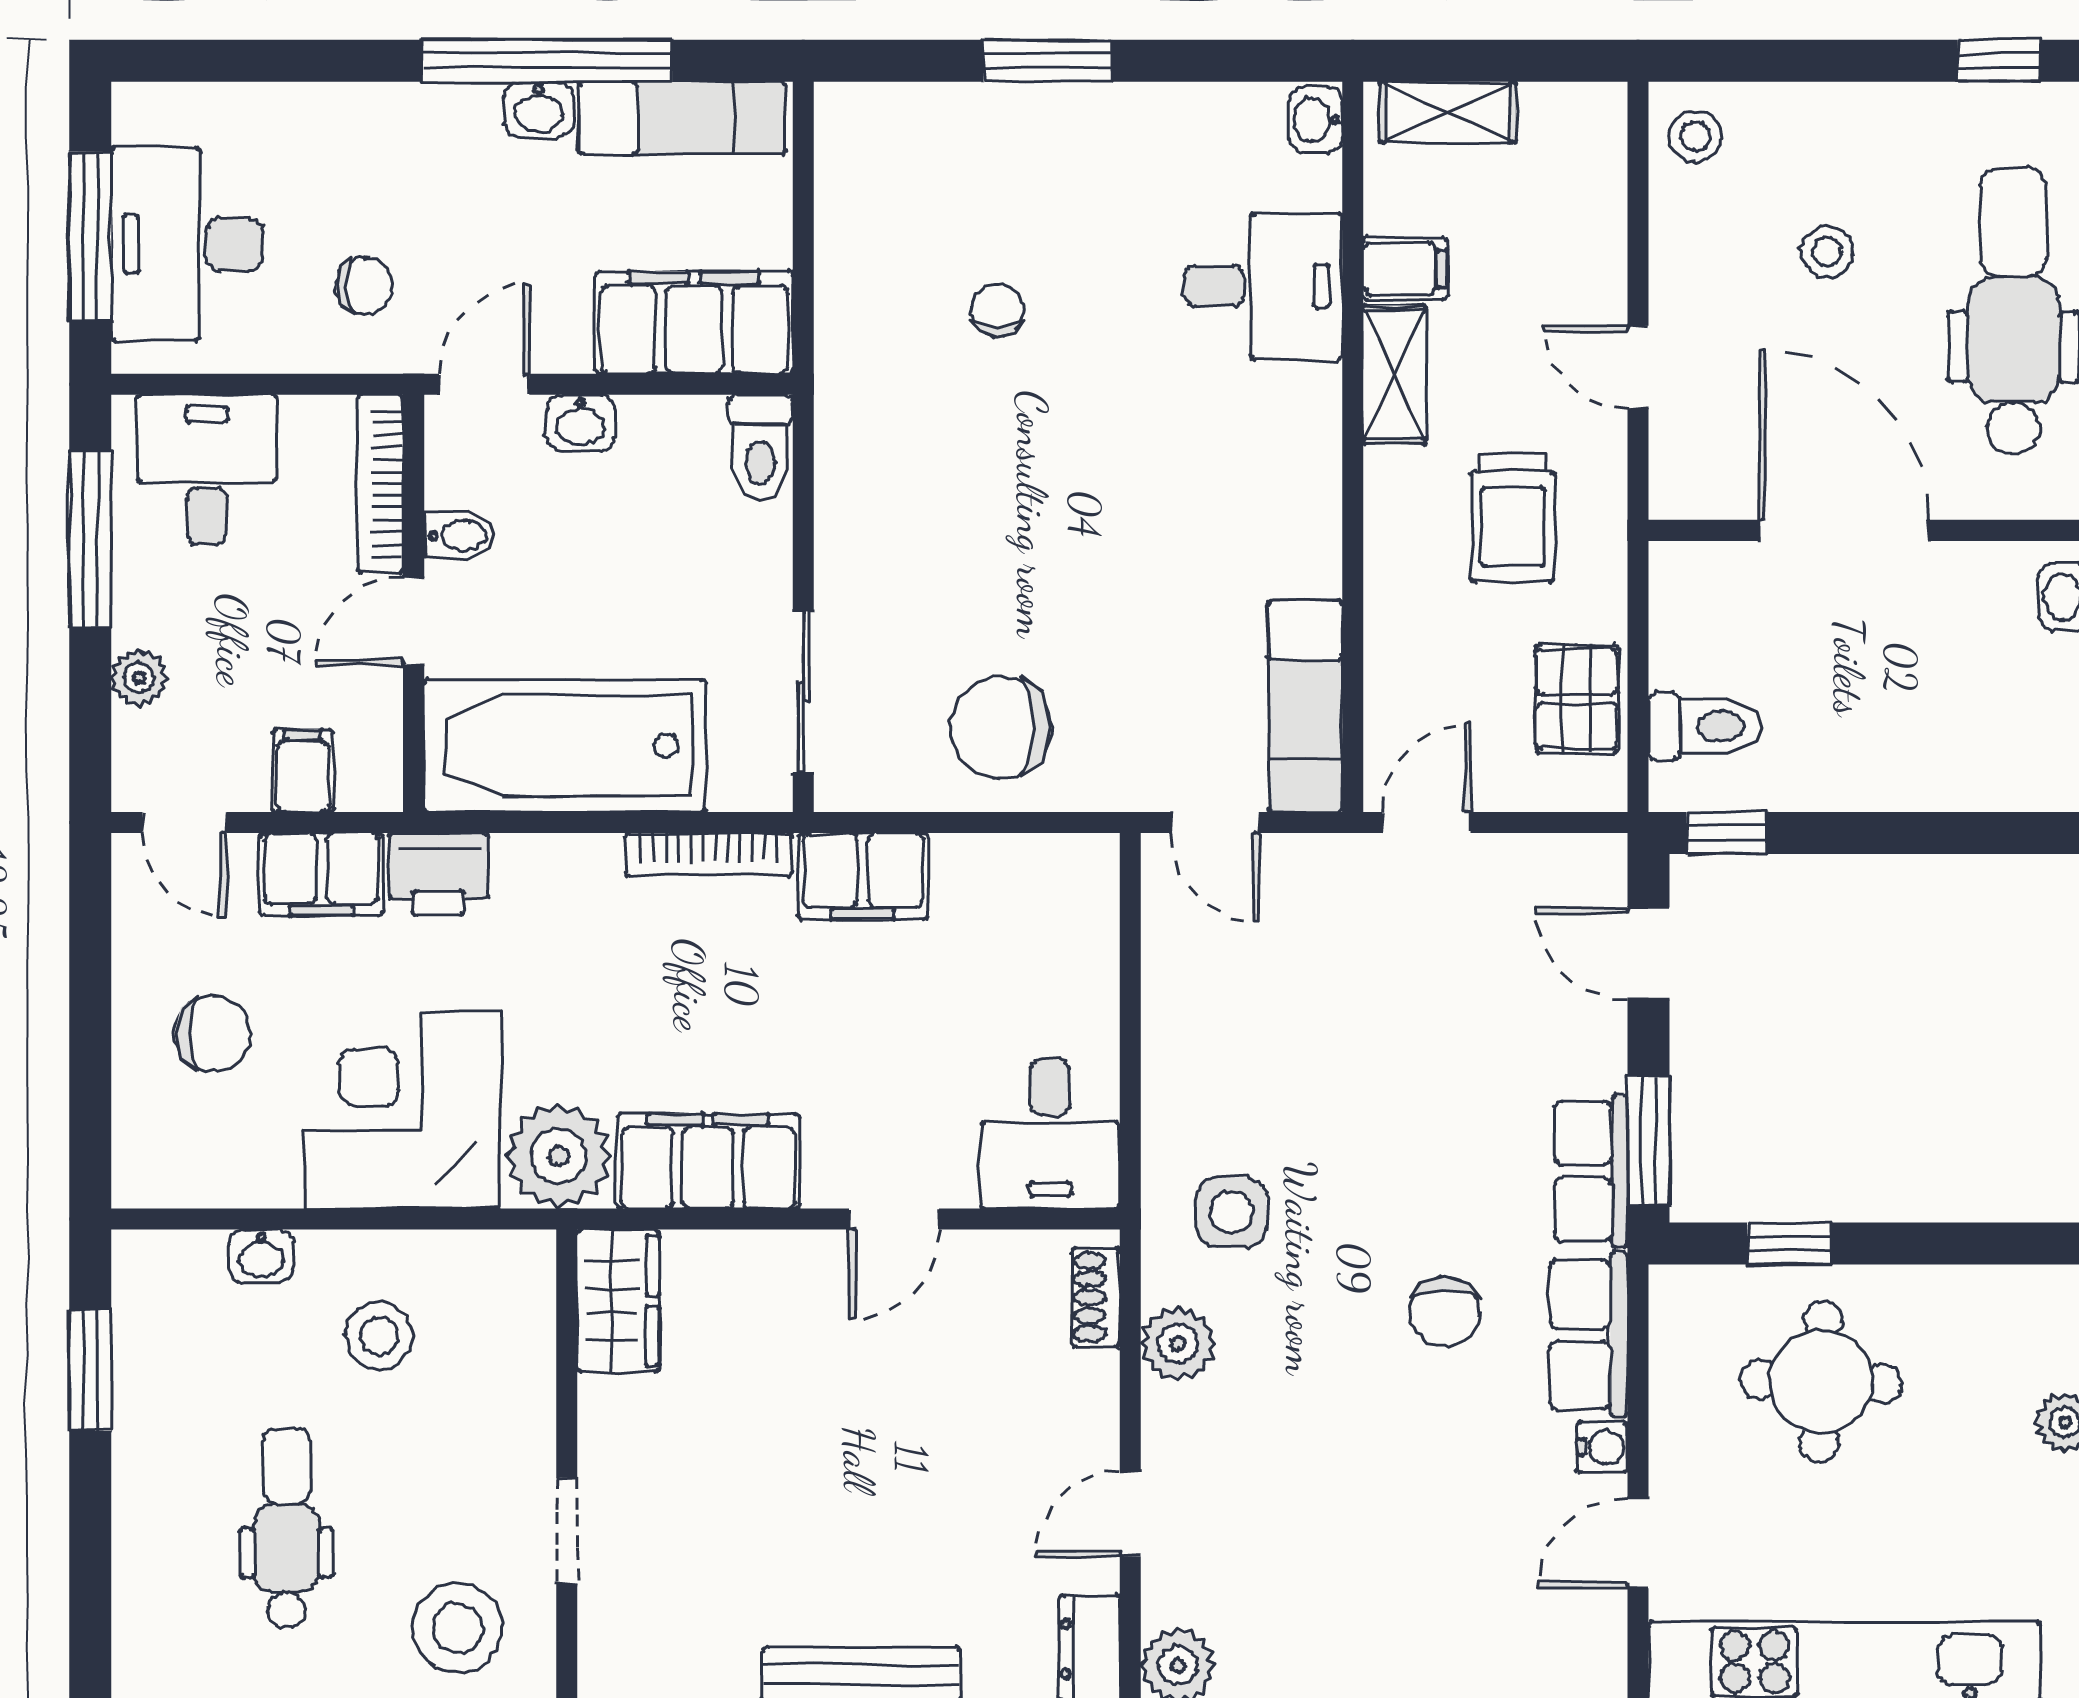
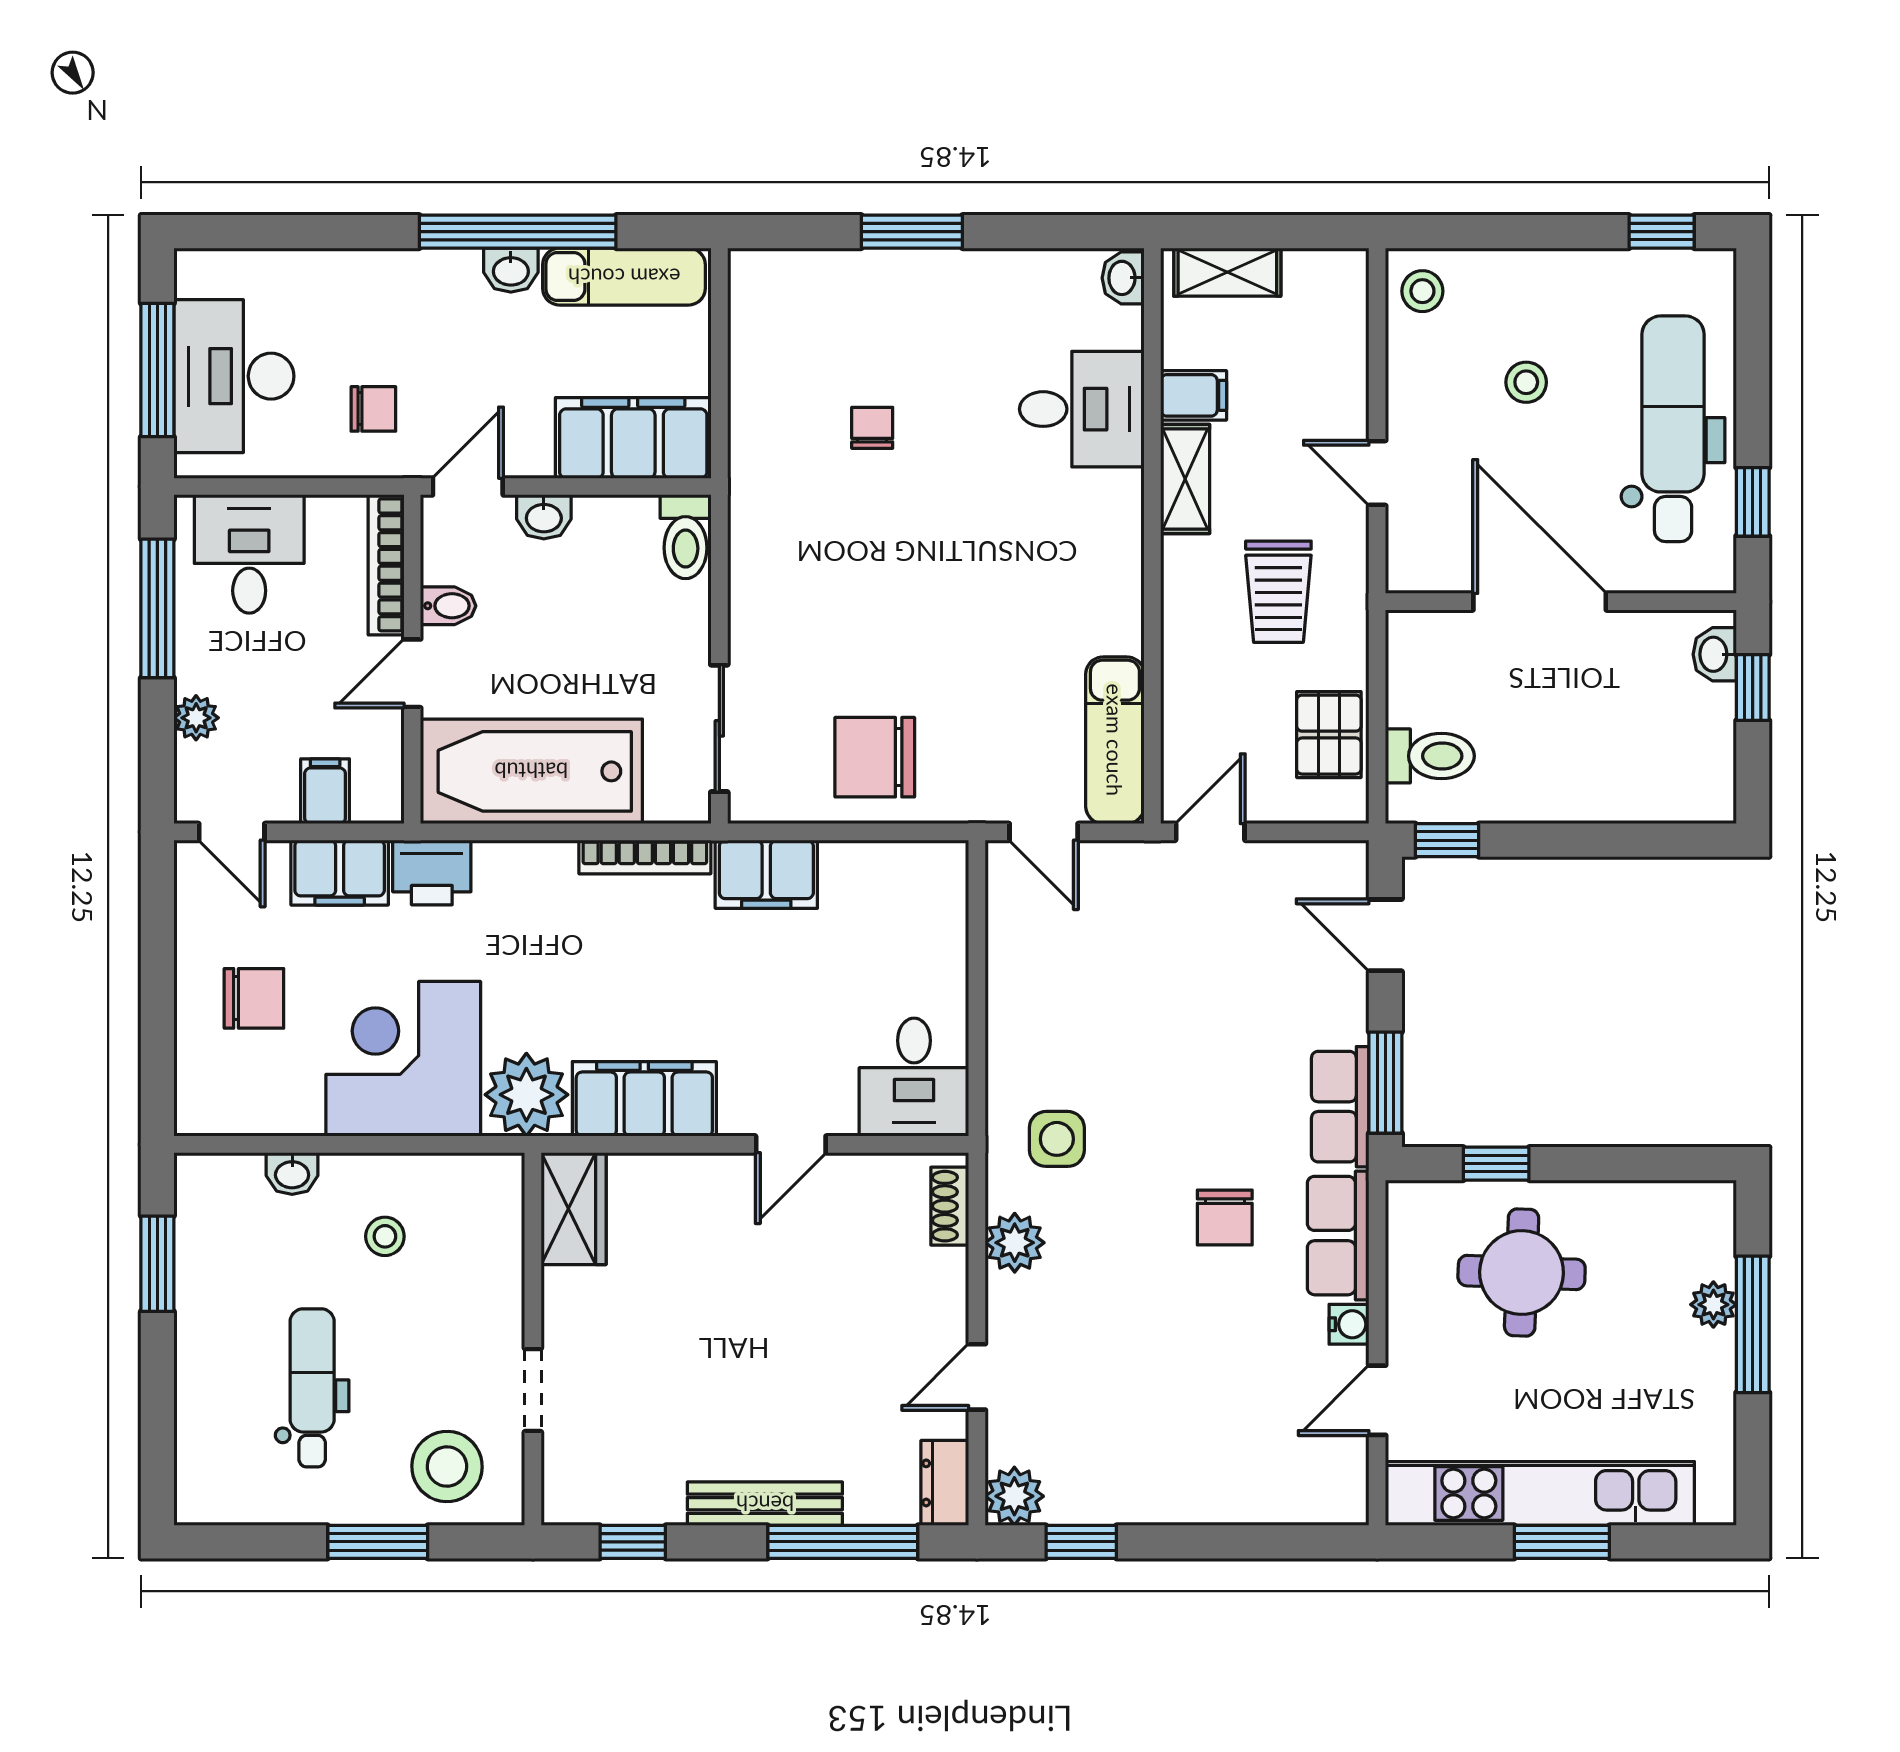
stool: (379, 1336) -> (385, 1236), width x0.73, depth x0.73

